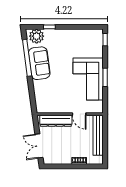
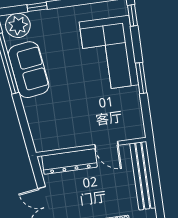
corner sofa: (88, 79) -> (109, 53), moved

